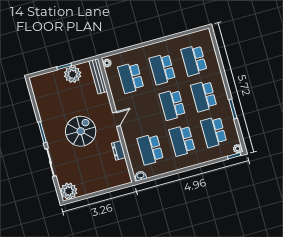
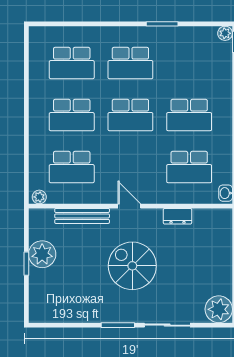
bench: (98, 76) -> (82, 216), moved
school desk: (214, 132) -> (189, 63), removed

